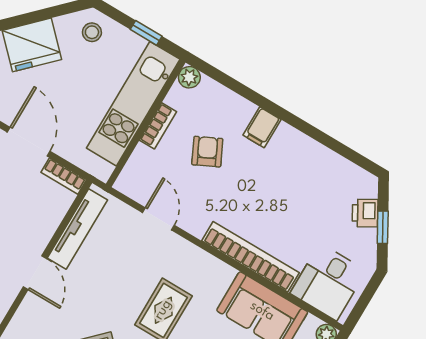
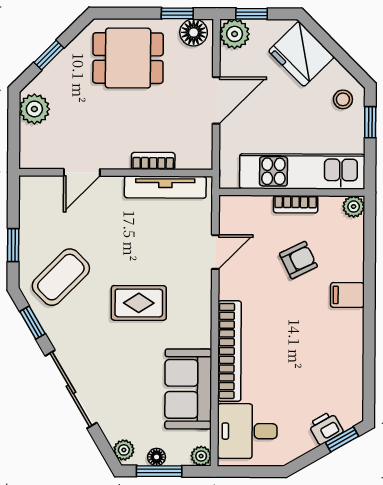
window: (146, 33) -> (370, 122), moved
bookcase: (64, 176) -> (153, 161), moved, turned 90
window: (383, 227) -> (342, 439), moved
door: (35, 273) -> (82, 172), moved

